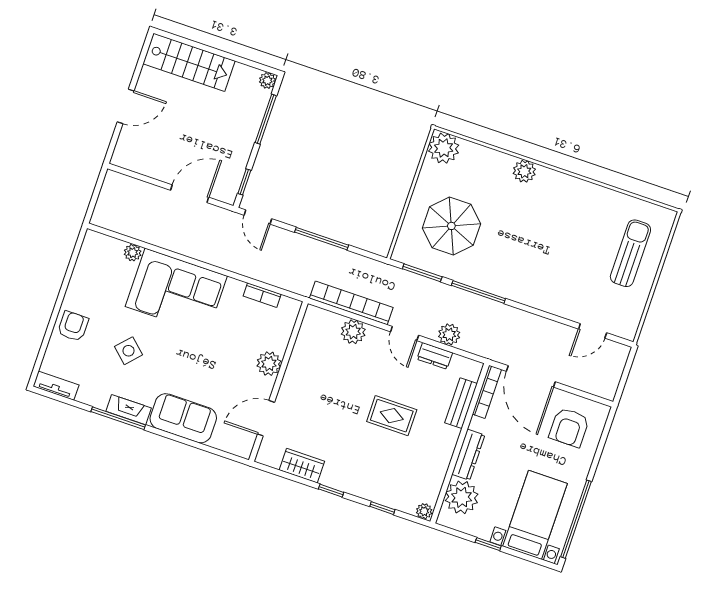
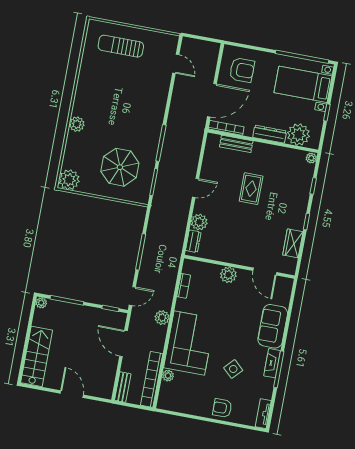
bench: (125, 183) -> (123, 387), added
bookcase: (351, 303) -> (152, 379), moved
plant: (449, 334) -> (162, 318), moved
dresser: (435, 356) -> (193, 241), moved

